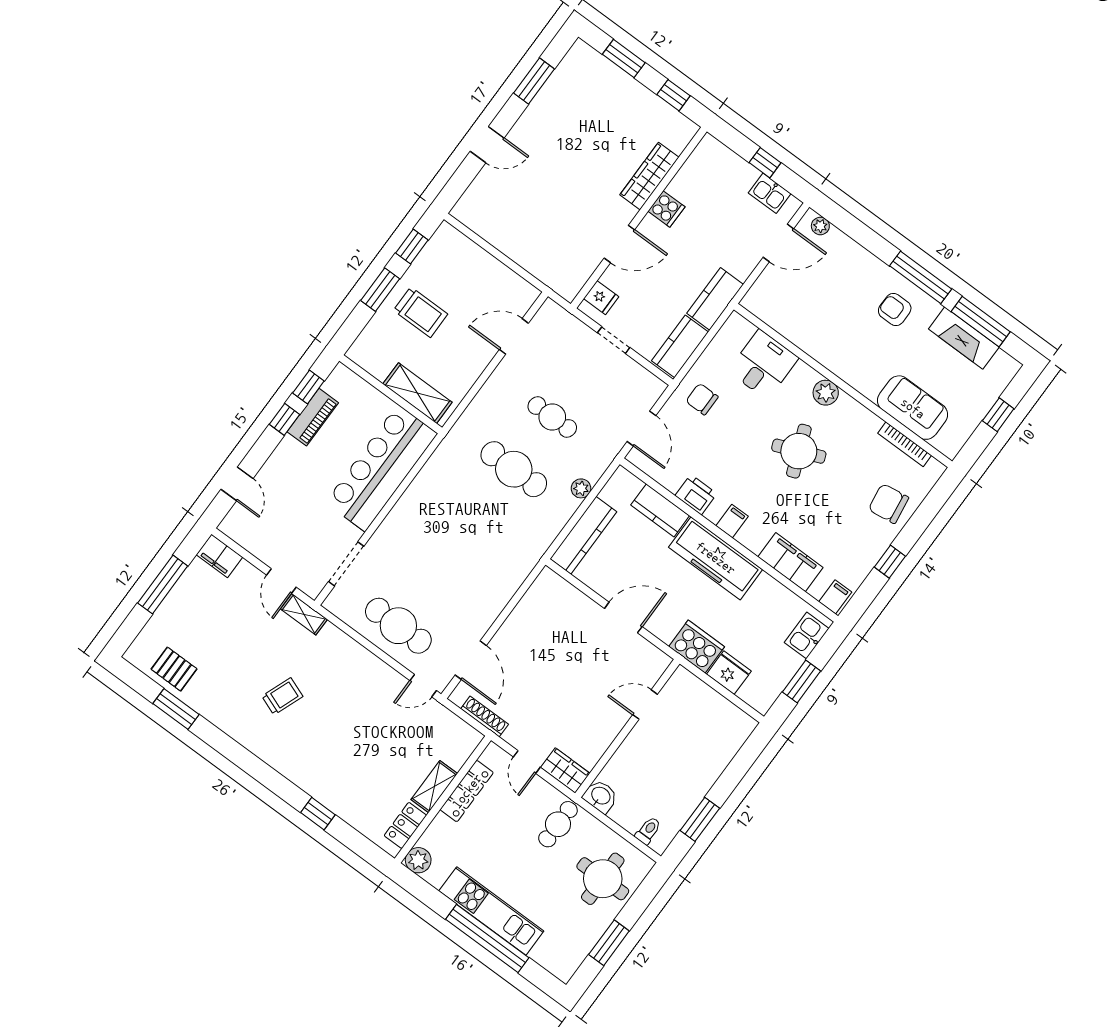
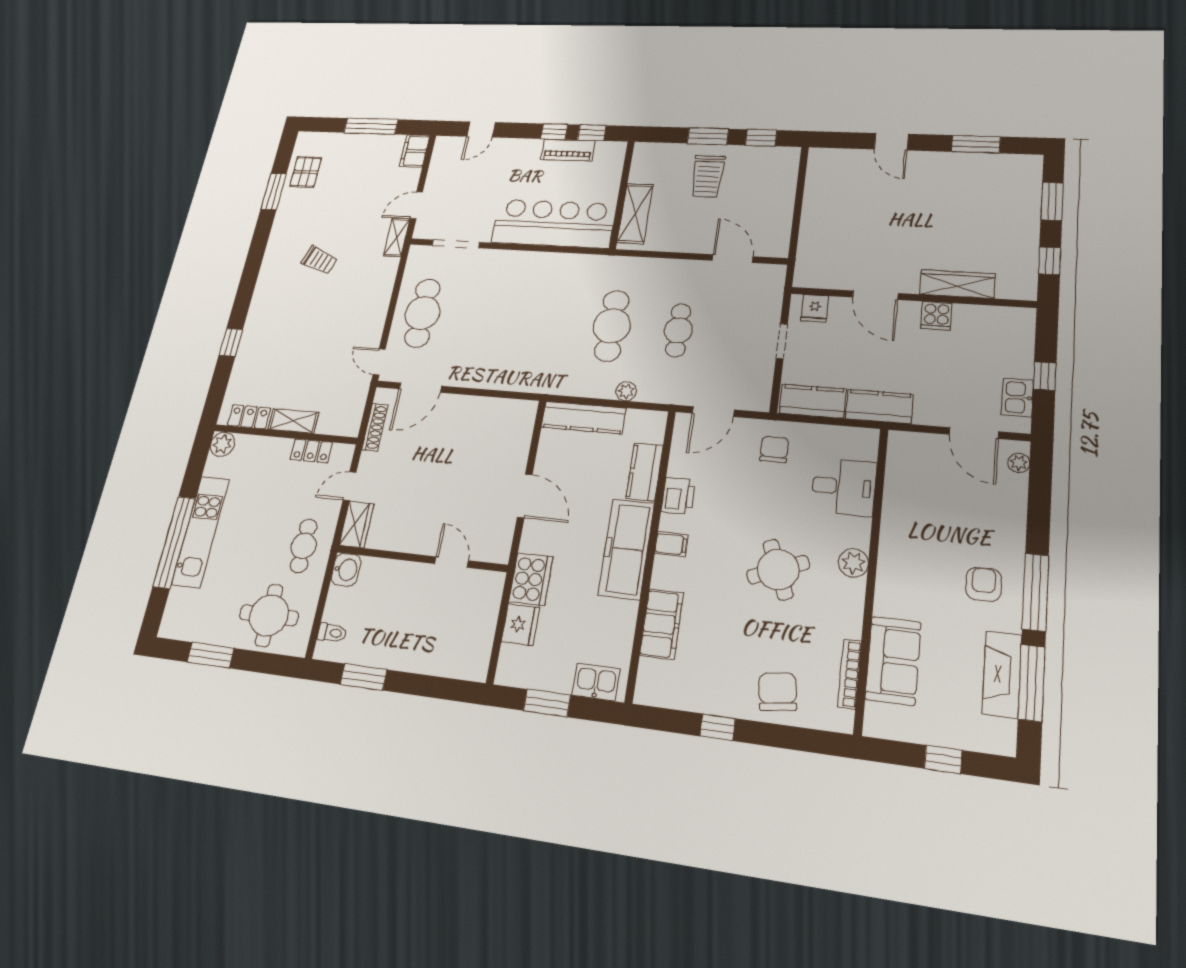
filing cabinet: (835, 597) -> (651, 690), removed
locker: (467, 791) -> (311, 451), width x0.66
cafe table: (558, 824) -> (304, 546), turned 90

